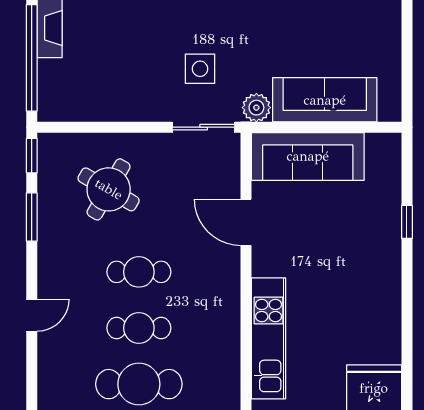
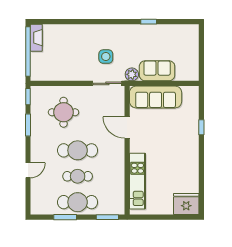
sofa: (325, 100) -> (157, 71), width x0.73
round table: (109, 189) -> (64, 112), turned -30
cafe table: (139, 272) -> (78, 150), width x1.37, depth x1.35

